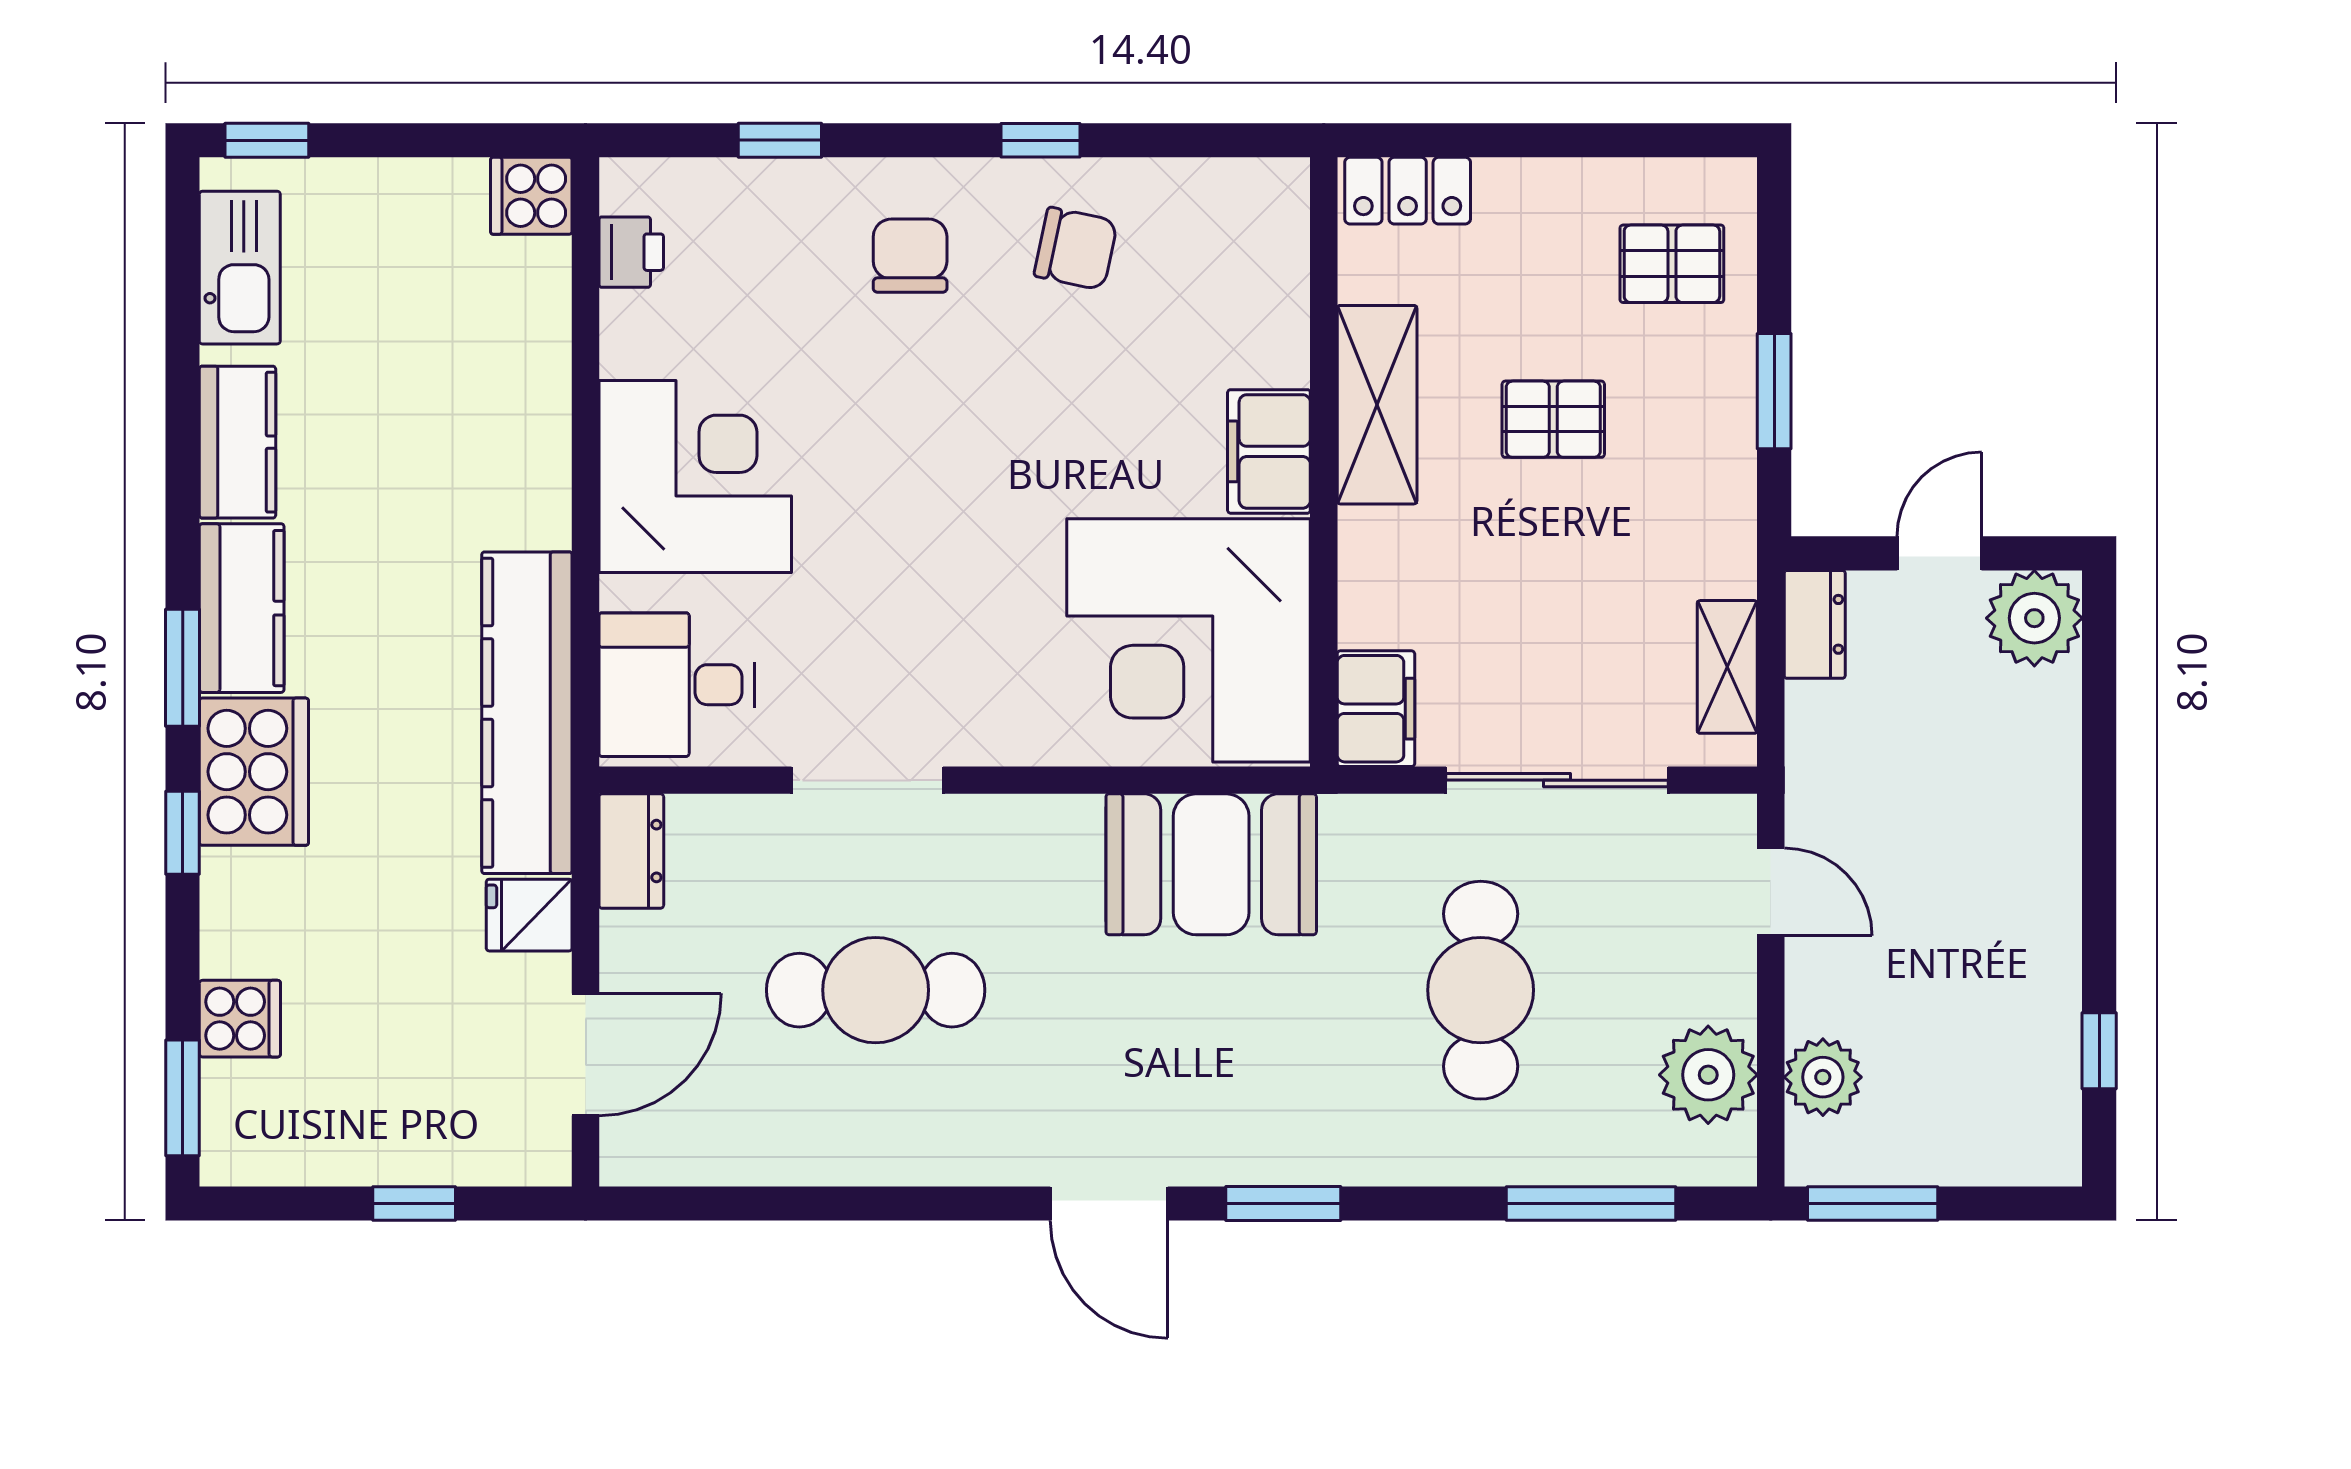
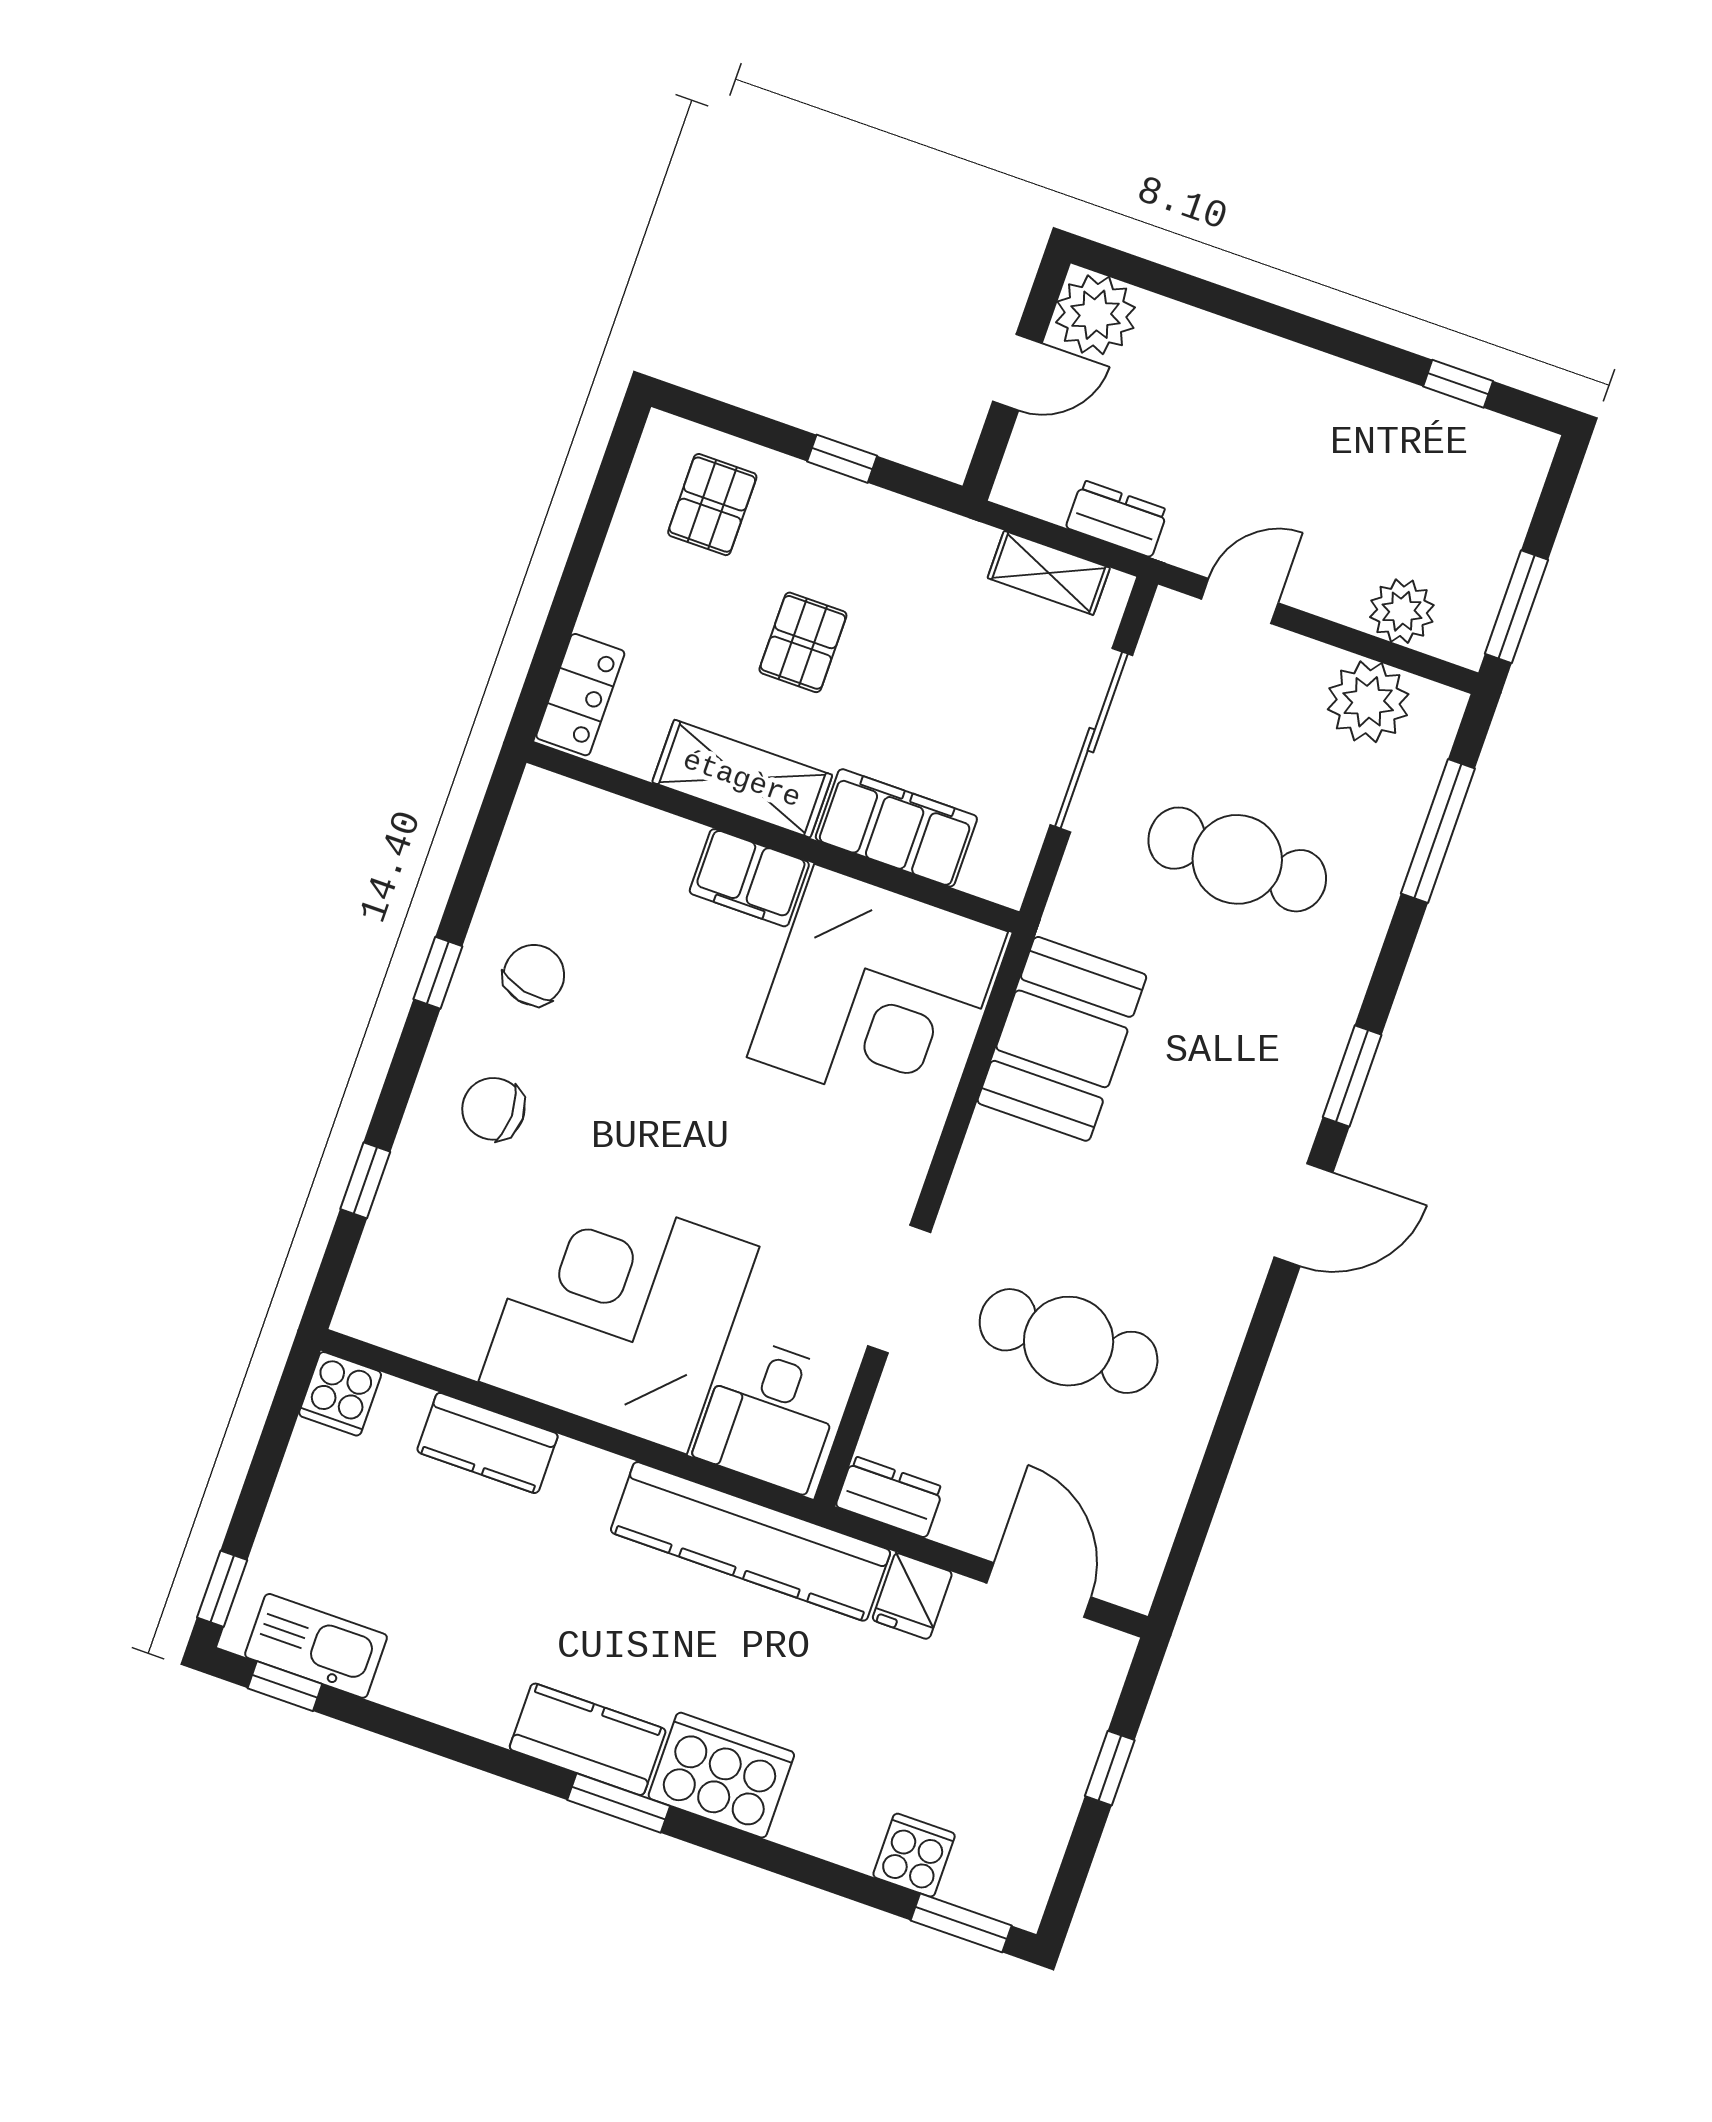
printer: (631, 252) -> (413, 1330), removed
window: (1774, 391) -> (842, 459), width x0.67
kitchen counter: (238, 442) -> (487, 1443), moved, turned 180
corner desk: (695, 477) -> (619, 1314), width x1.36, depth x1.36
door: (1939, 553) -> (1017, 372), swing flipped
dresser: (1815, 624) -> (1117, 519), moved
filing cabinet: (1376, 709) -> (896, 828), moved, width x1.50, depth x1.17
window: (183, 833) -> (285, 1686), moved
cafe table: (876, 990) -> (1069, 1341), turned 90

